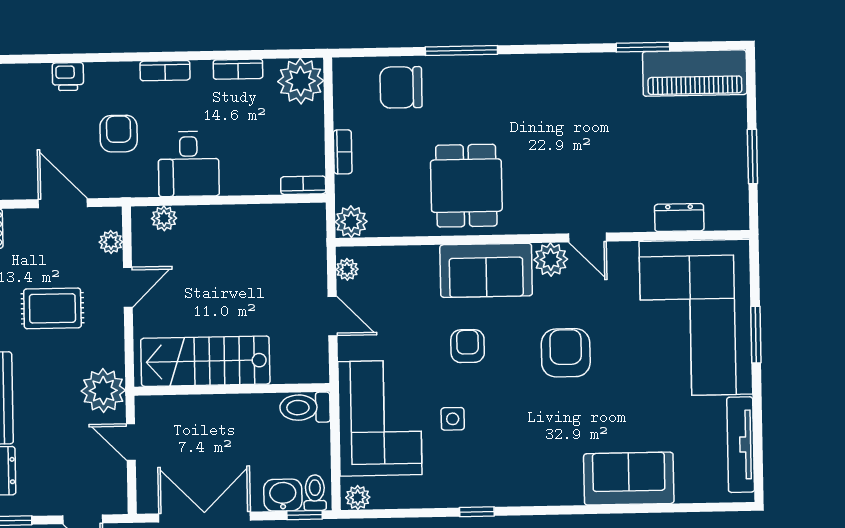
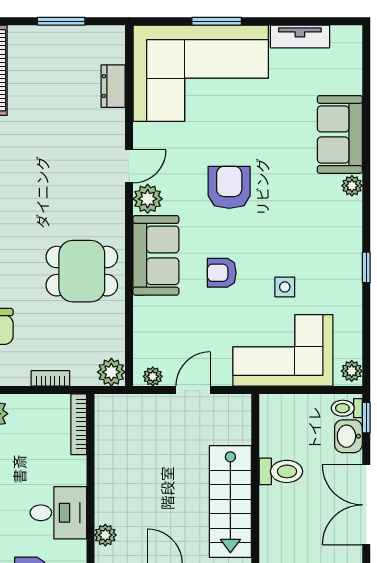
bookcase: (303, 185) -> (79, 424), width x1.56
armchair: (566, 353) -> (229, 187), turned 90
toilet: (305, 407) -> (281, 471), moved, turned -90
tv unit: (741, 445) -> (300, 36), width x0.71
plant: (570, 494) -> (352, 186), added

